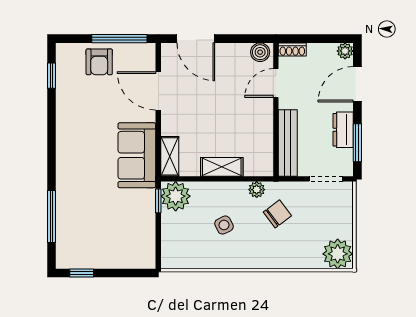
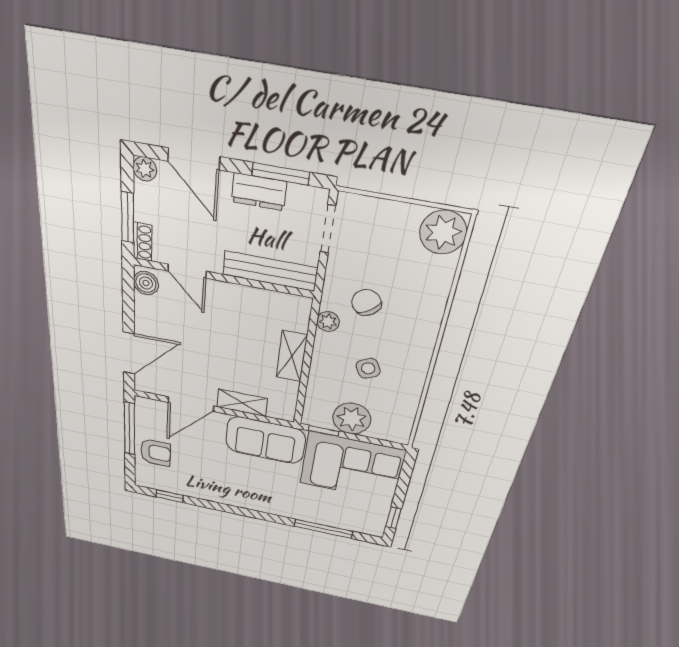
window: (309, 39) -> (128, 217), added
shelving: (170, 156) -> (242, 403), moved
plant: (176, 196) -> (352, 419), moved
corner sofa: (127, 229) -> (352, 467), added

